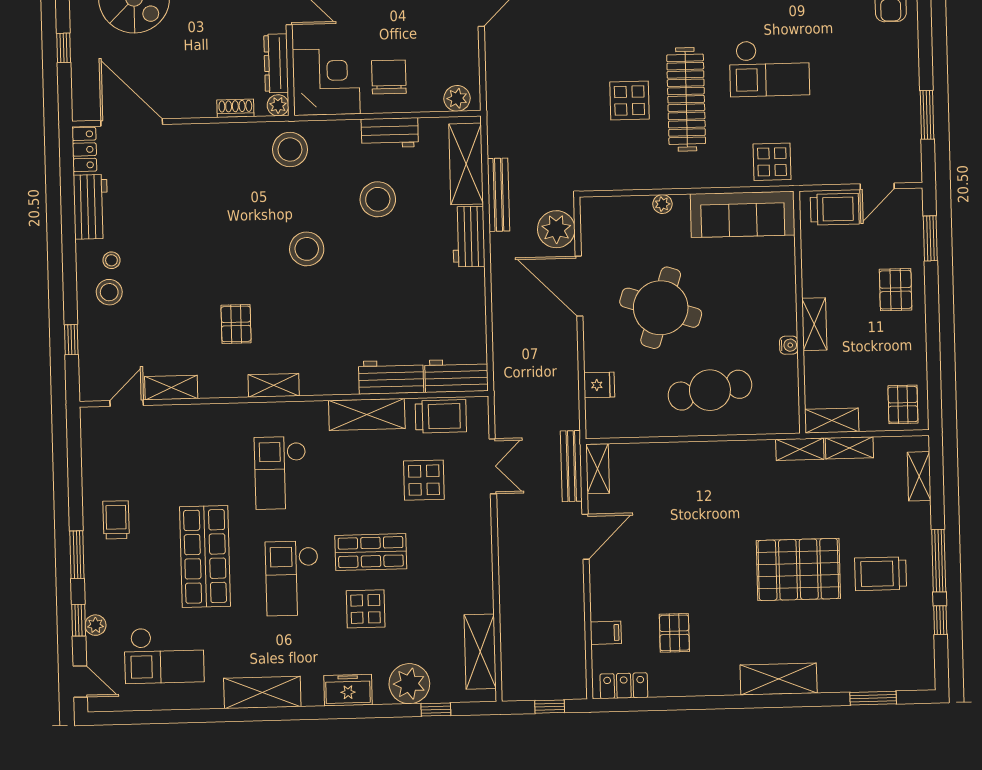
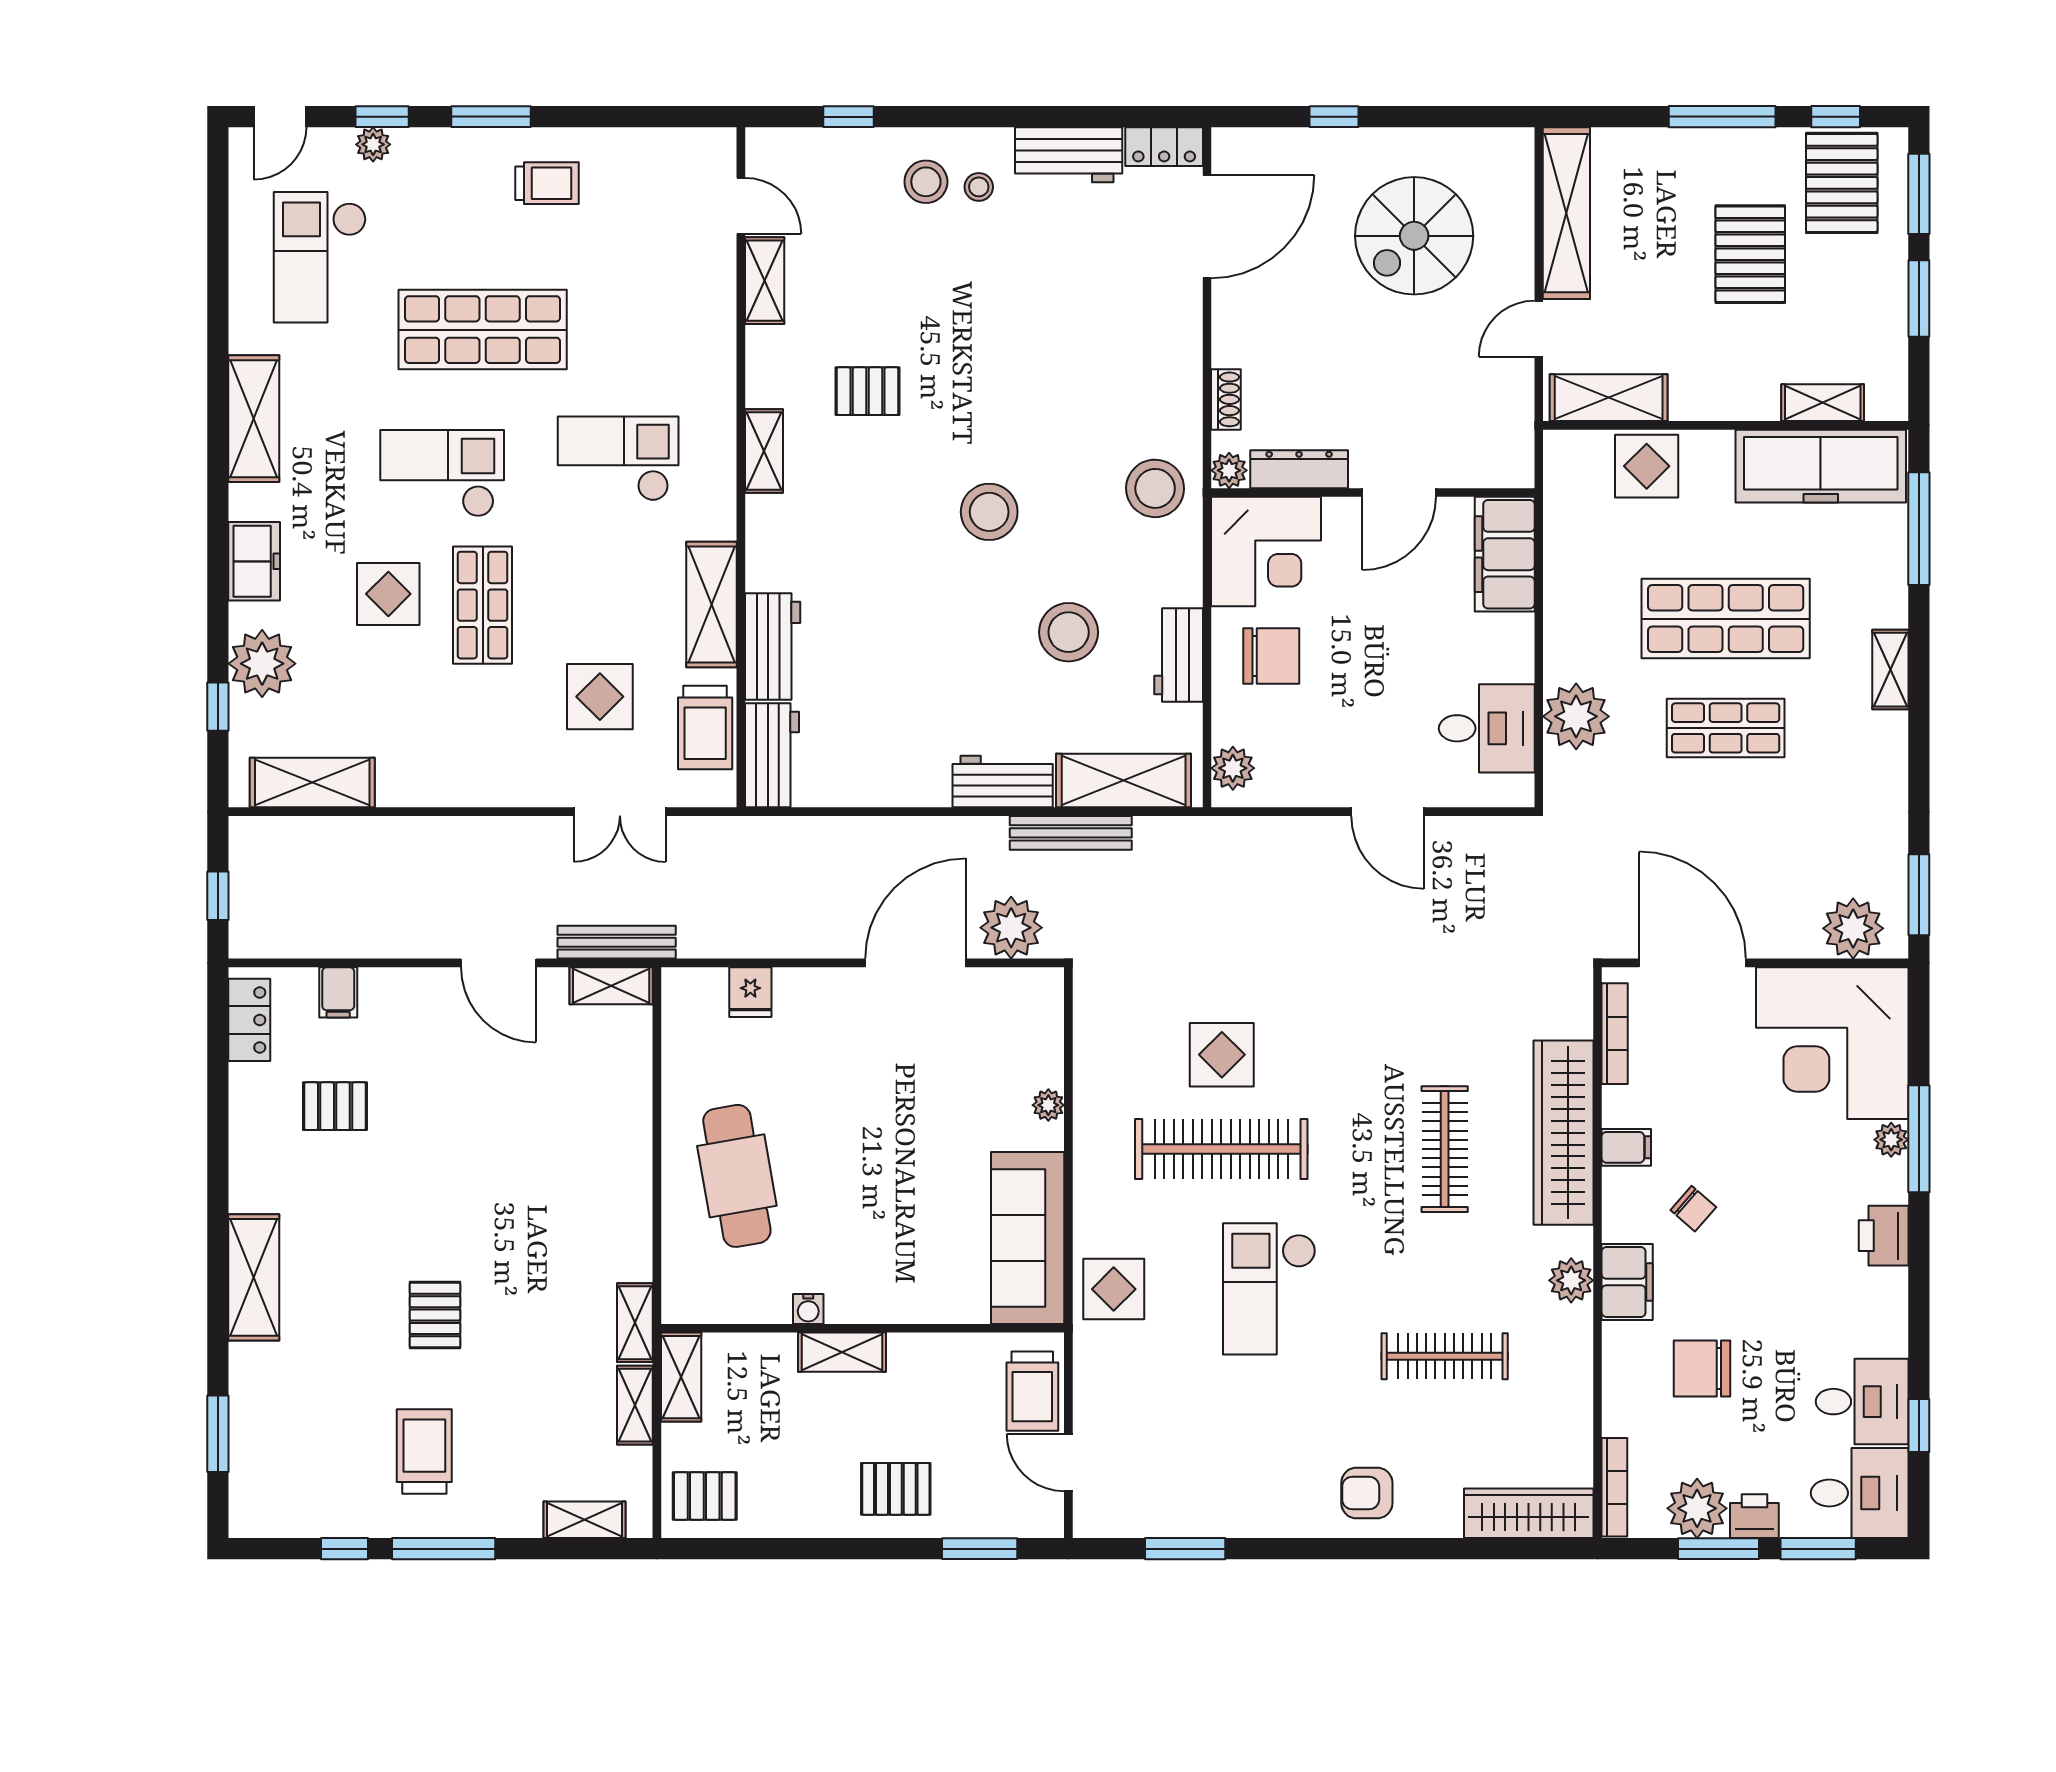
round table: (661, 308) -> (876, 1098), removed
pallet: (798, 569) -> (435, 1315), width x0.49, depth x0.50

